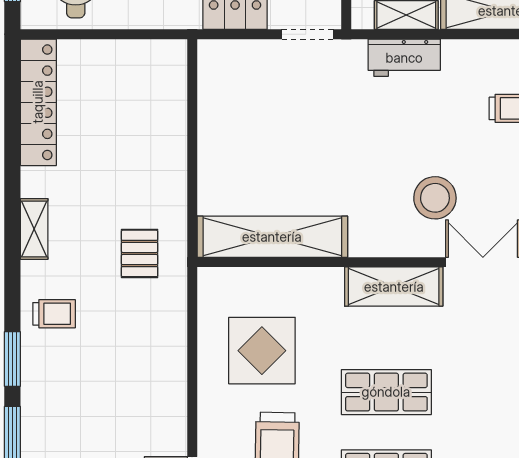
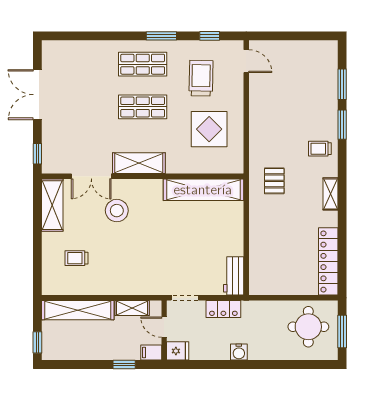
workbench: (404, 58) -> (234, 276), moved, turned -90

